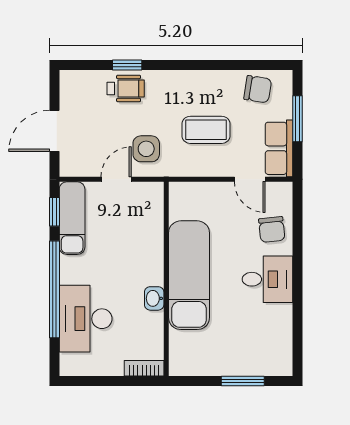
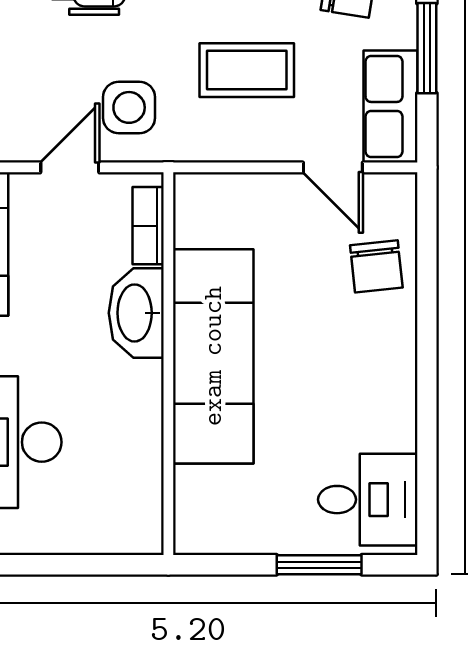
desk: (267, 279) -> (368, 500), moved
washbasin: (154, 298) -> (136, 313), moved, width x1.91, depth x1.45
bookcase: (144, 368) -> (148, 226), moved, turned -90

